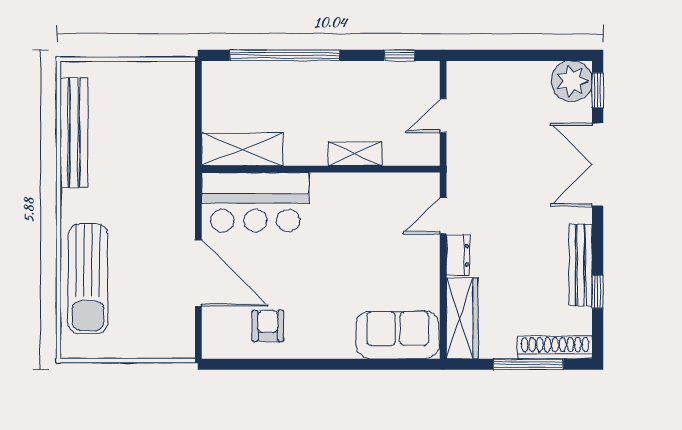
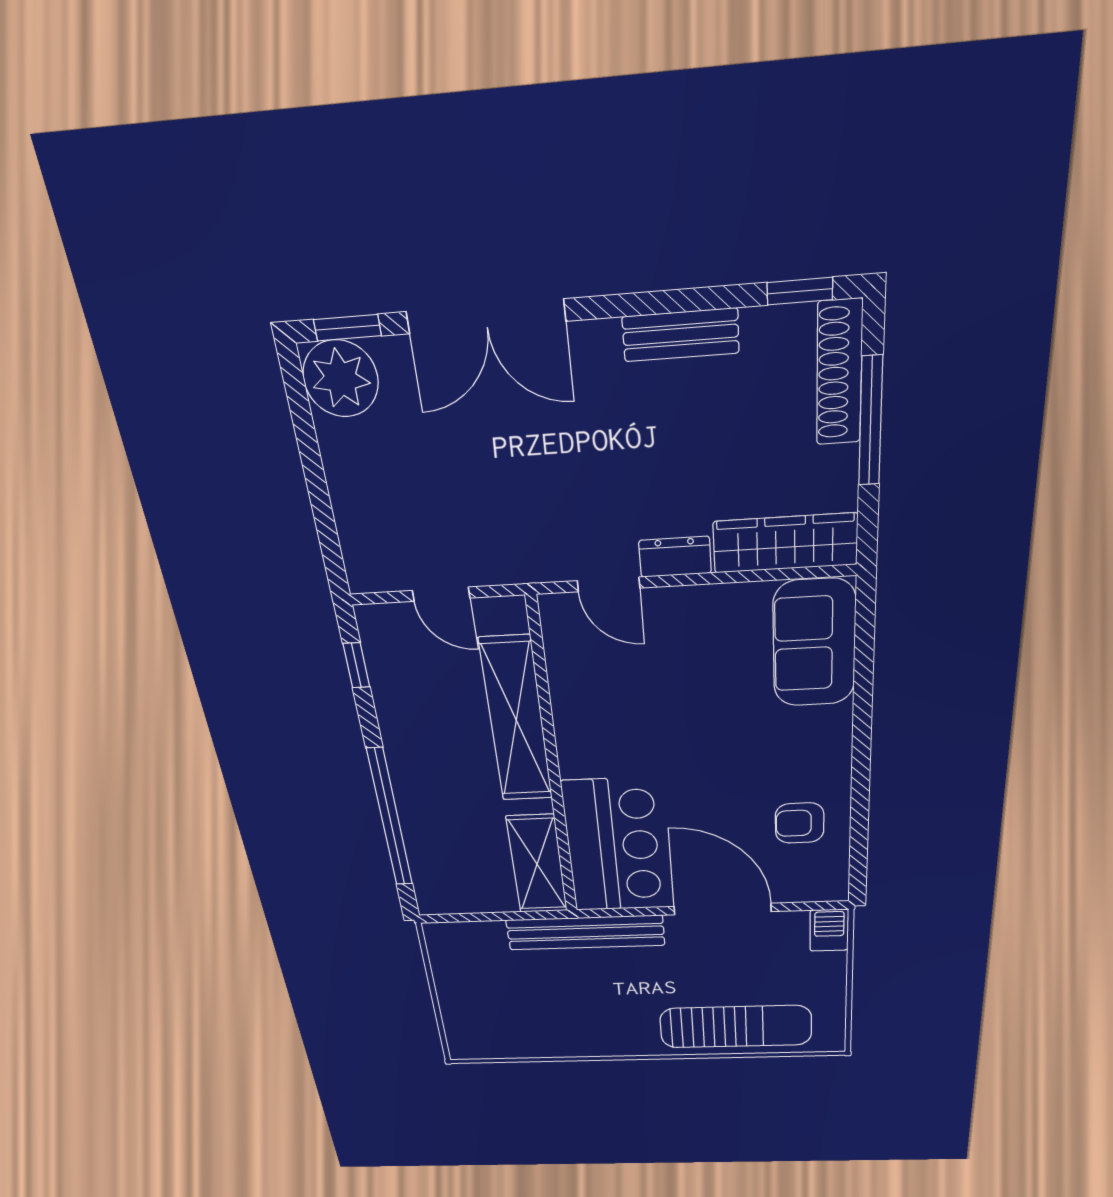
bench: (74, 133) -> (585, 933), moved
shelving: (355, 154) -> (516, 720), width x2.20, depth x1.33
bench: (581, 265) -> (681, 335), width x0.73
door: (198, 273) -> (723, 909), hinge flipped
window: (598, 292) -> (800, 291), moved
barbecue: (177, 346) -> (829, 930), added

